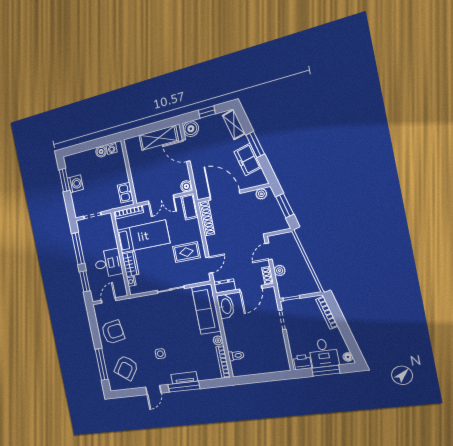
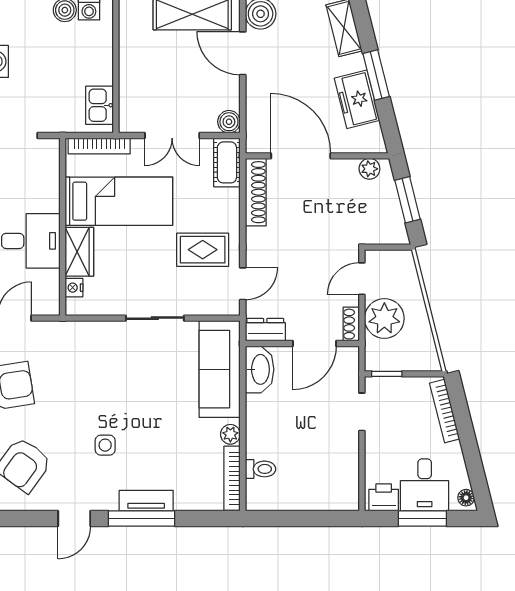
plant: (280, 271) -> (384, 318), width x1.88, depth x1.88

